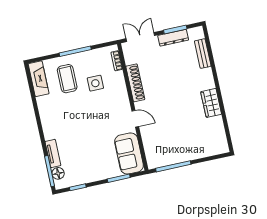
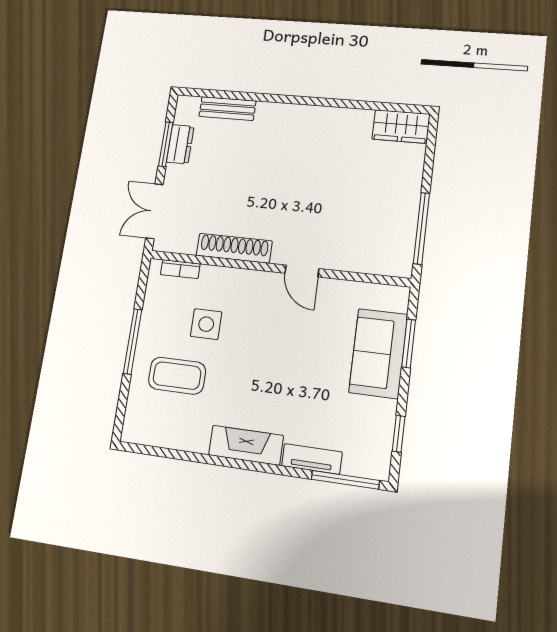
dresser: (173, 38) -> (180, 144), width x0.70
fireplace: (39, 79) -> (246, 445), moved
wardrobe: (211, 103) -> (401, 127), moved
door: (135, 119) -> (302, 271), swing flipped
sofa: (129, 153) -> (378, 353), moved, turned 90
floor lamp: (58, 173) -> (356, 464), removed

